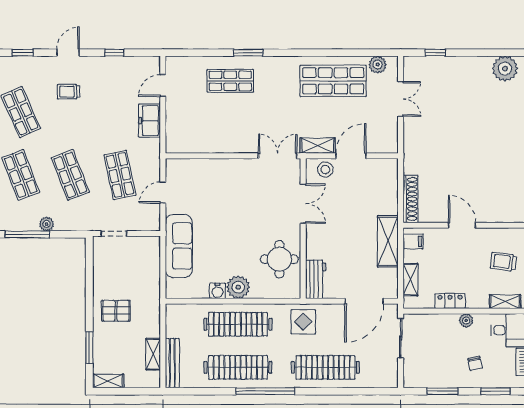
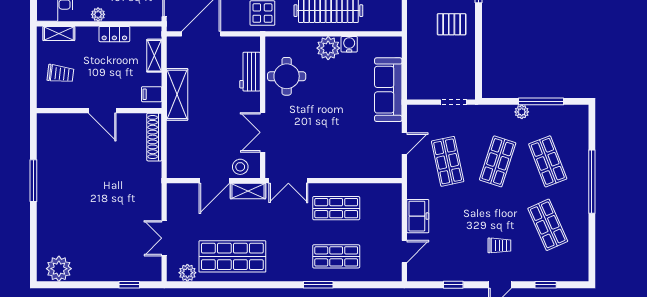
shop shelf: (230, 129) -> (336, 208), added
shop shelf: (70, 175) -> (498, 161), turned 39
workbench: (316, 279) -> (250, 72), moved

